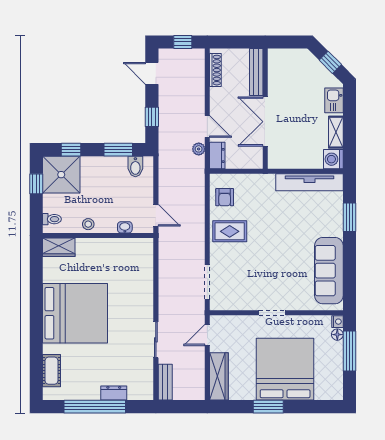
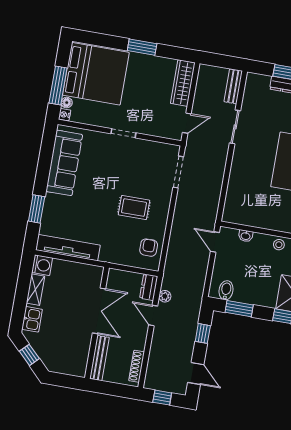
rug: (230, 231) -> (134, 208), moved
bed: (285, 369) -> (96, 74), moved, turned -90

